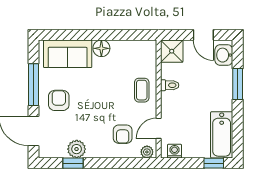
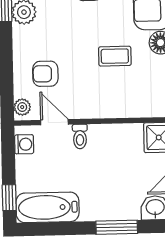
toilet: (170, 85) -> (80, 136), moved
coffee table: (142, 90) -> (115, 56), moved

